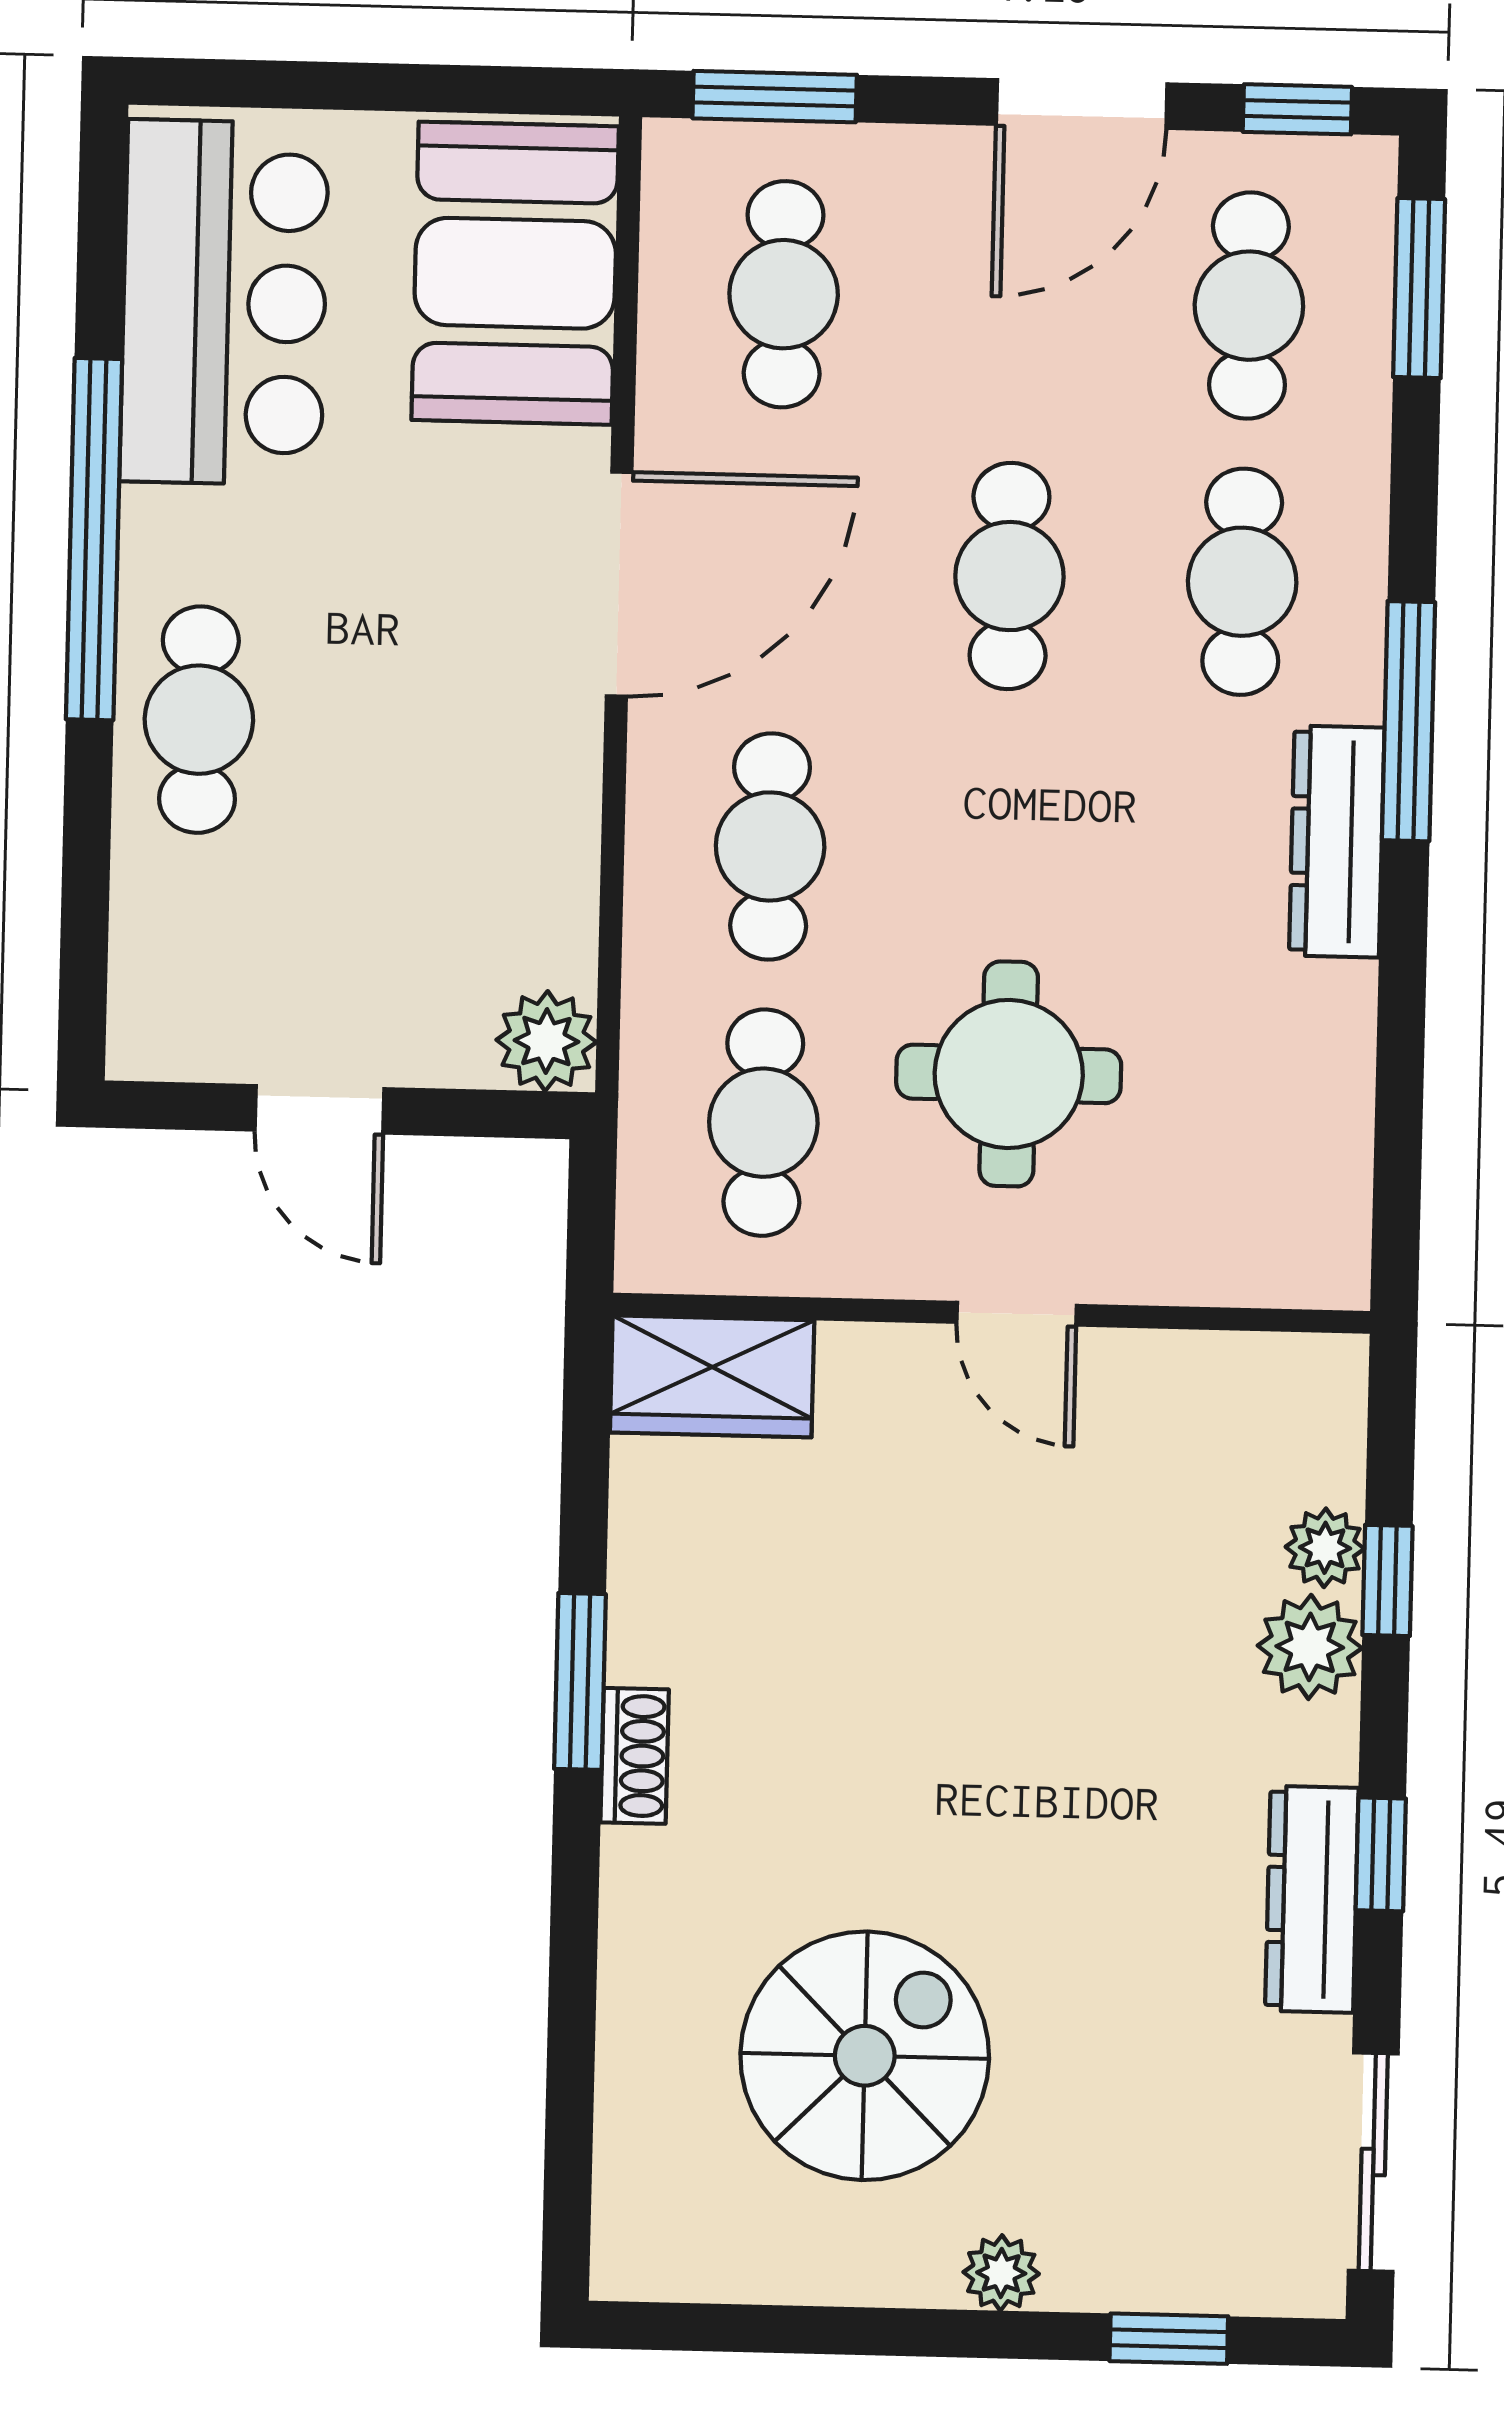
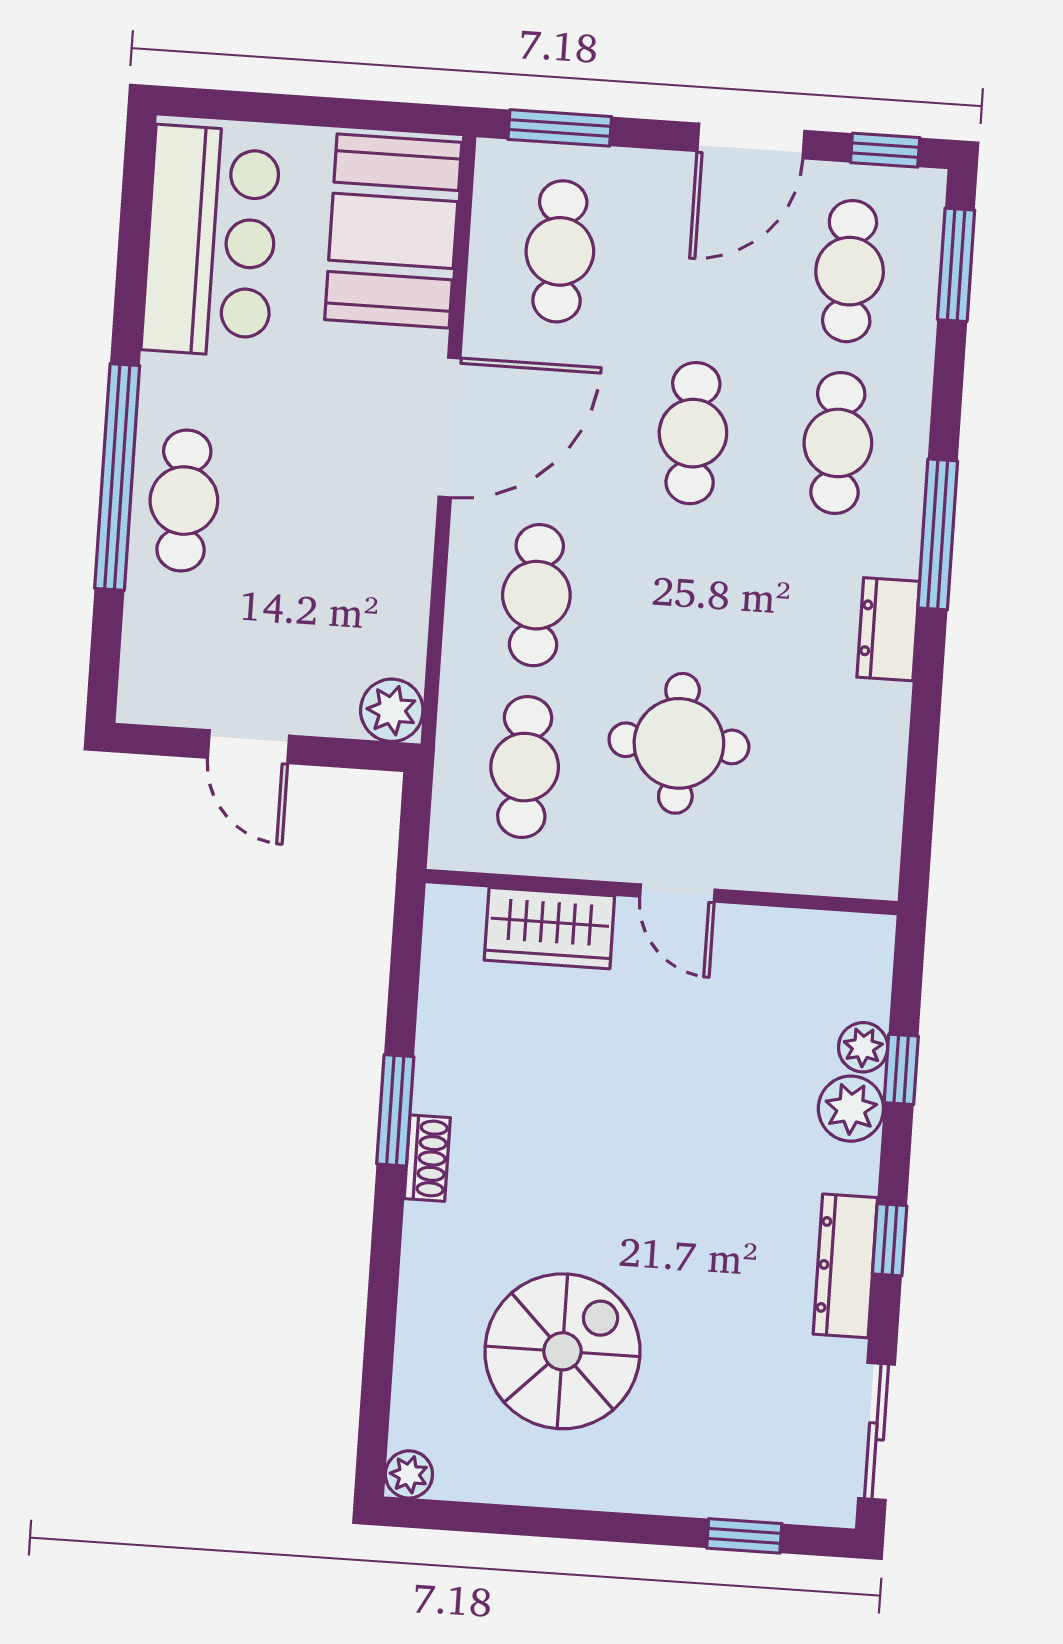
window: (94, 539) -> (117, 477), moved
dresser: (1337, 842) -> (888, 629), width x0.70
wardrobe: (712, 1376) -> (549, 928), moved
plant: (1001, 2273) -> (409, 1474), moved

